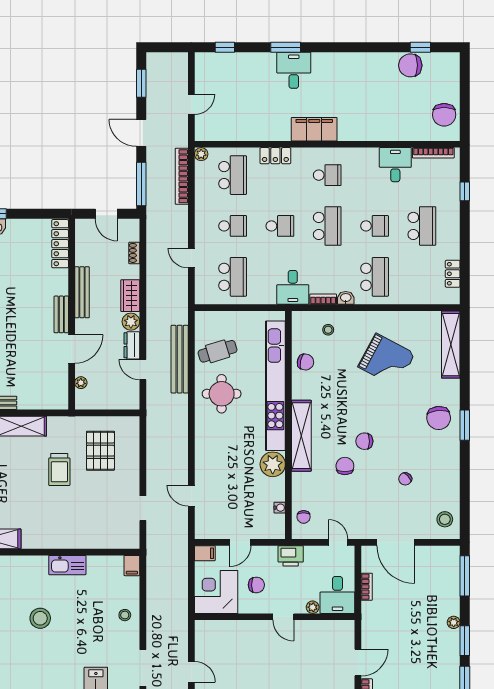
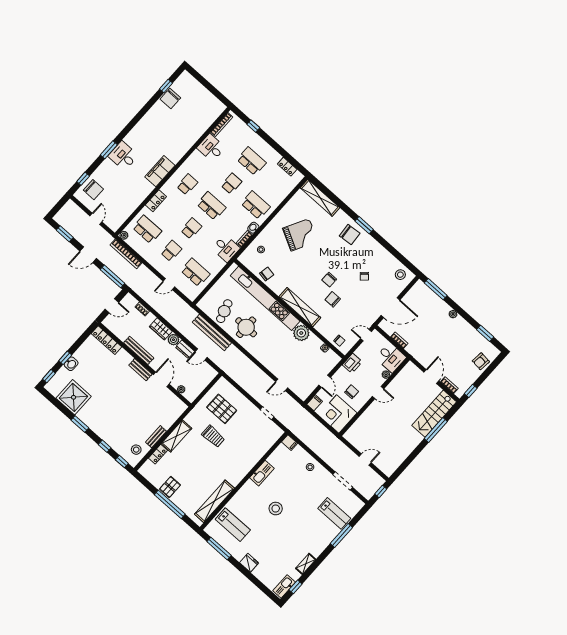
chair: (444, 115) -> (93, 190), moved
window: (465, 641) -> (466, 317), removed

